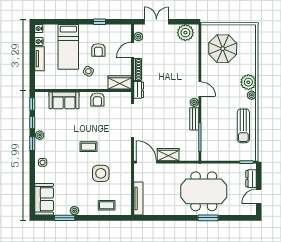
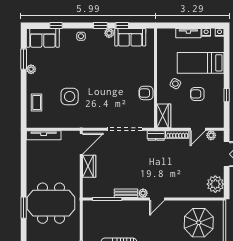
door: (132, 50) -> (198, 129), swing flipped
sofa: (64, 100) -> (130, 37), moved, turned -90
window: (32, 104) -> (56, 26), moved
coffee table: (88, 147) -> (97, 84), removed
meeting table: (204, 191) -> (51, 203), turned 90

